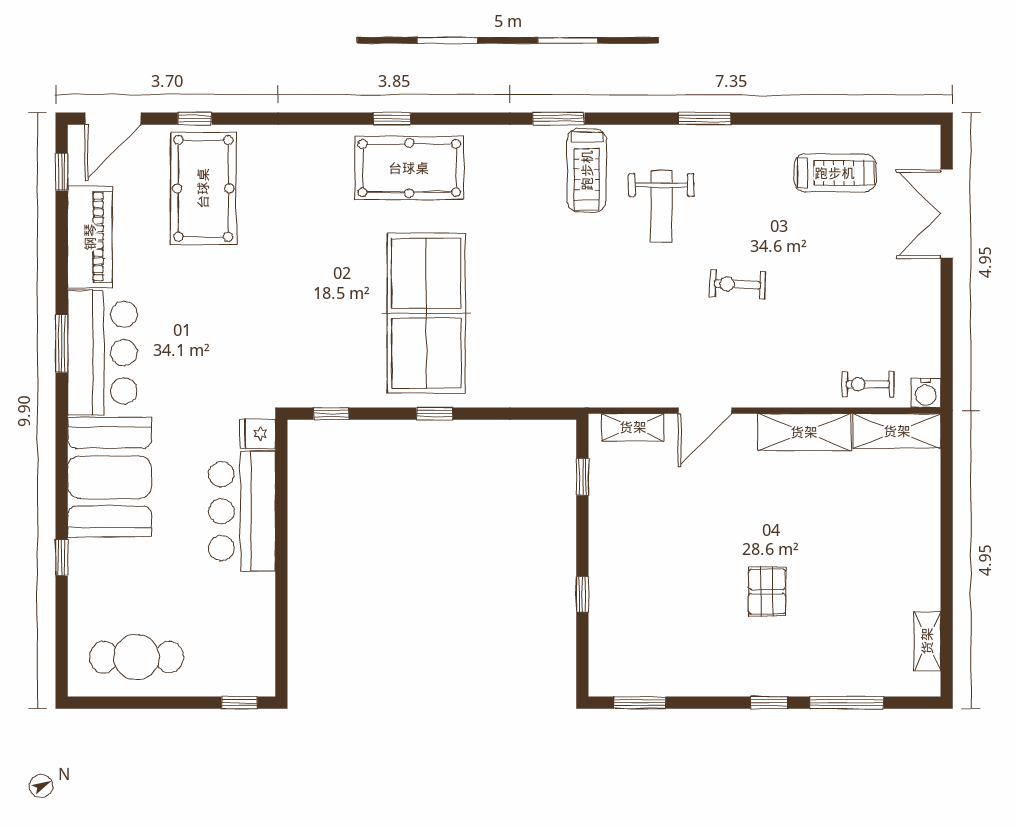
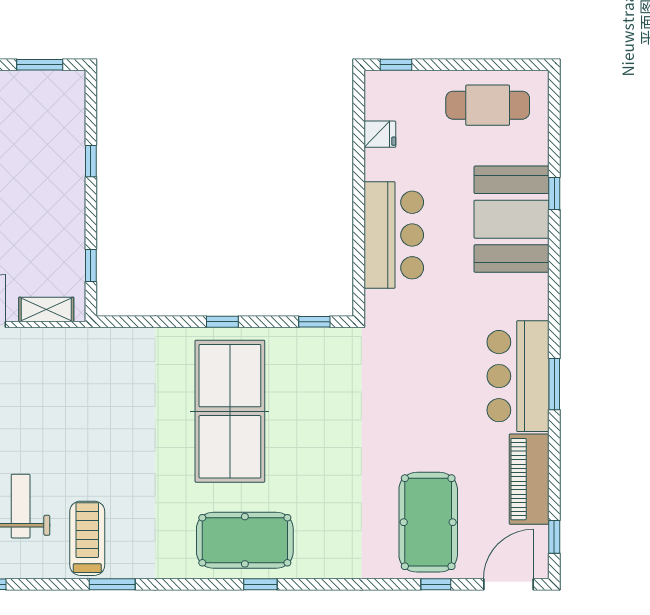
fridge: (258, 434) -> (380, 134), moved
booth: (110, 477) -> (512, 219), moved

